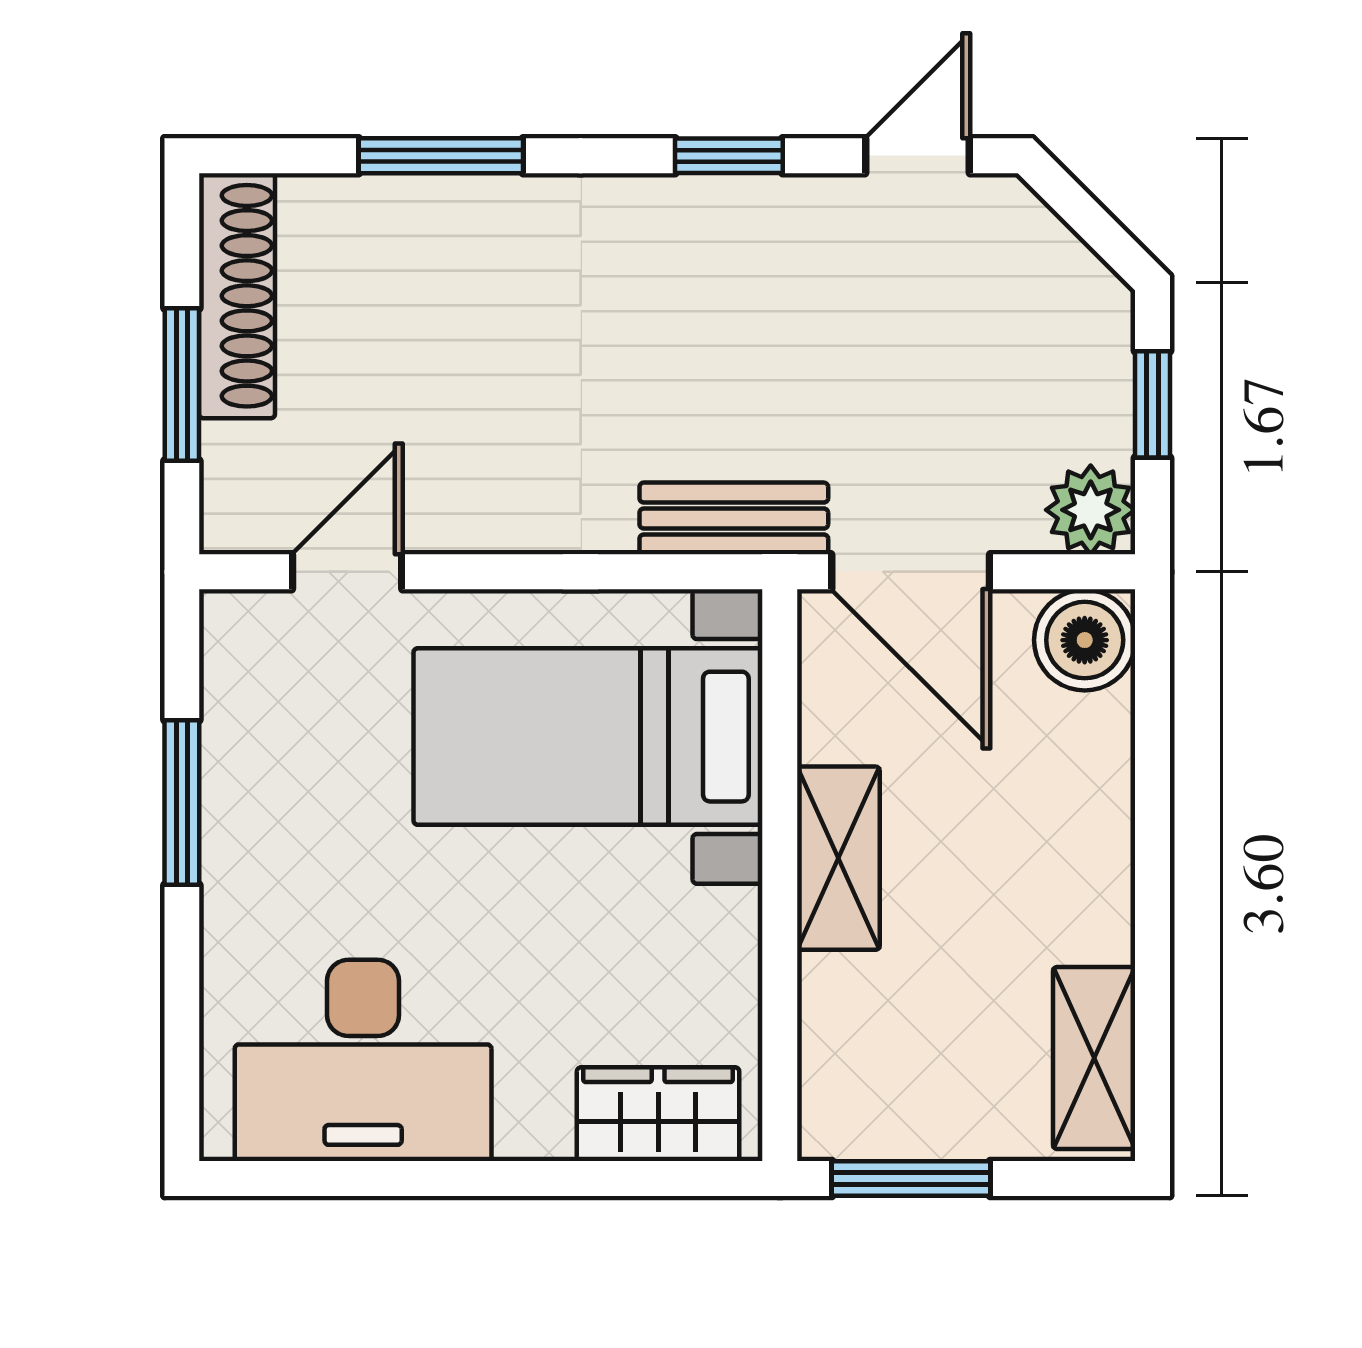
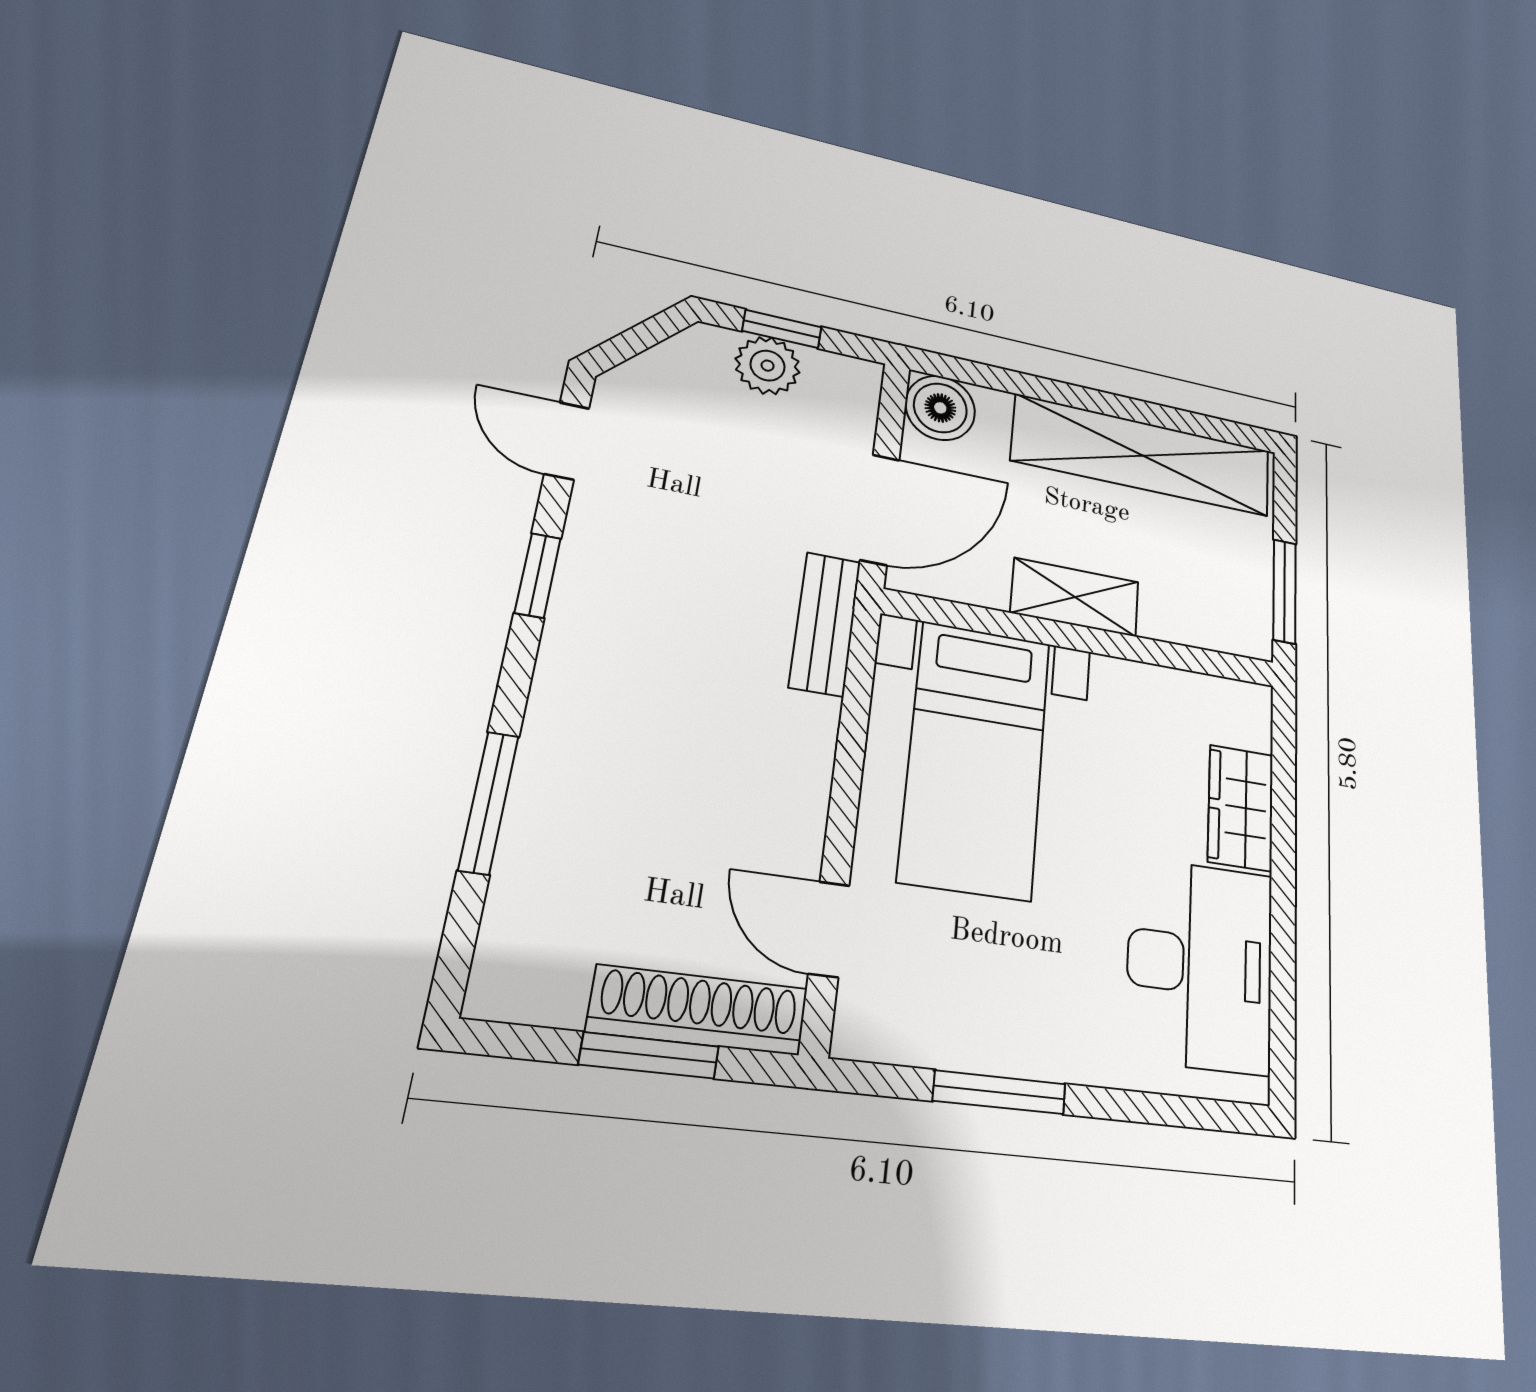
shoe rack: (237, 296) -> (699, 1010), moved
plant: (1091, 510) -> (768, 366), moved
shelving: (1094, 1058) -> (1143, 456), width x2.20, depth x1.33
wardrobe: (658, 1114) -> (1241, 808), moved

